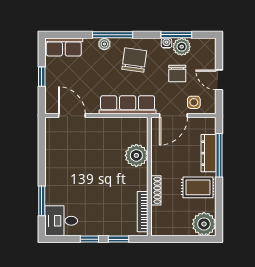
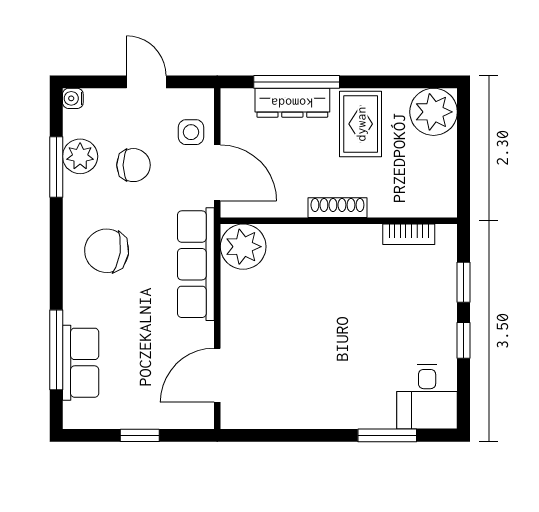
window: (113, 35) -> (56, 350), moved
water cooler: (167, 43) -> (73, 98), moved
plant: (104, 44) -> (75, 310), removed
row of seats: (64, 47) -> (81, 363), moved
door: (219, 80) -> (146, 82), swing flipped
plant: (136, 155) -> (243, 247), moved
shoe rack: (156, 190) -> (337, 208), moved
bookcase: (143, 212) -> (409, 234), width x0.64

